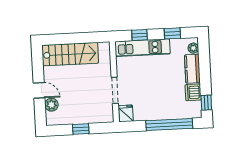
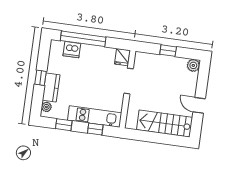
door: (39, 90) -> (199, 105), moved
dishwasher: (193, 92) -> (72, 50), moved, turned 90
window: (206, 103) -> (40, 78), moved
plant: (51, 105) -> (193, 65), moved

